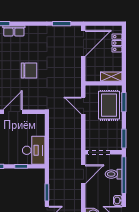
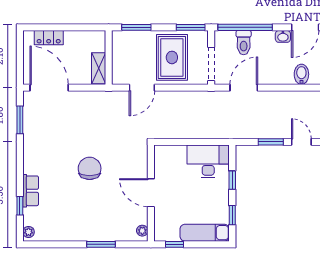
shelving: (111, 77) -> (99, 68), moved
rug: (109, 105) -> (172, 57), moved, turned 90
door: (83, 174) -> (244, 88), hinge flipped

